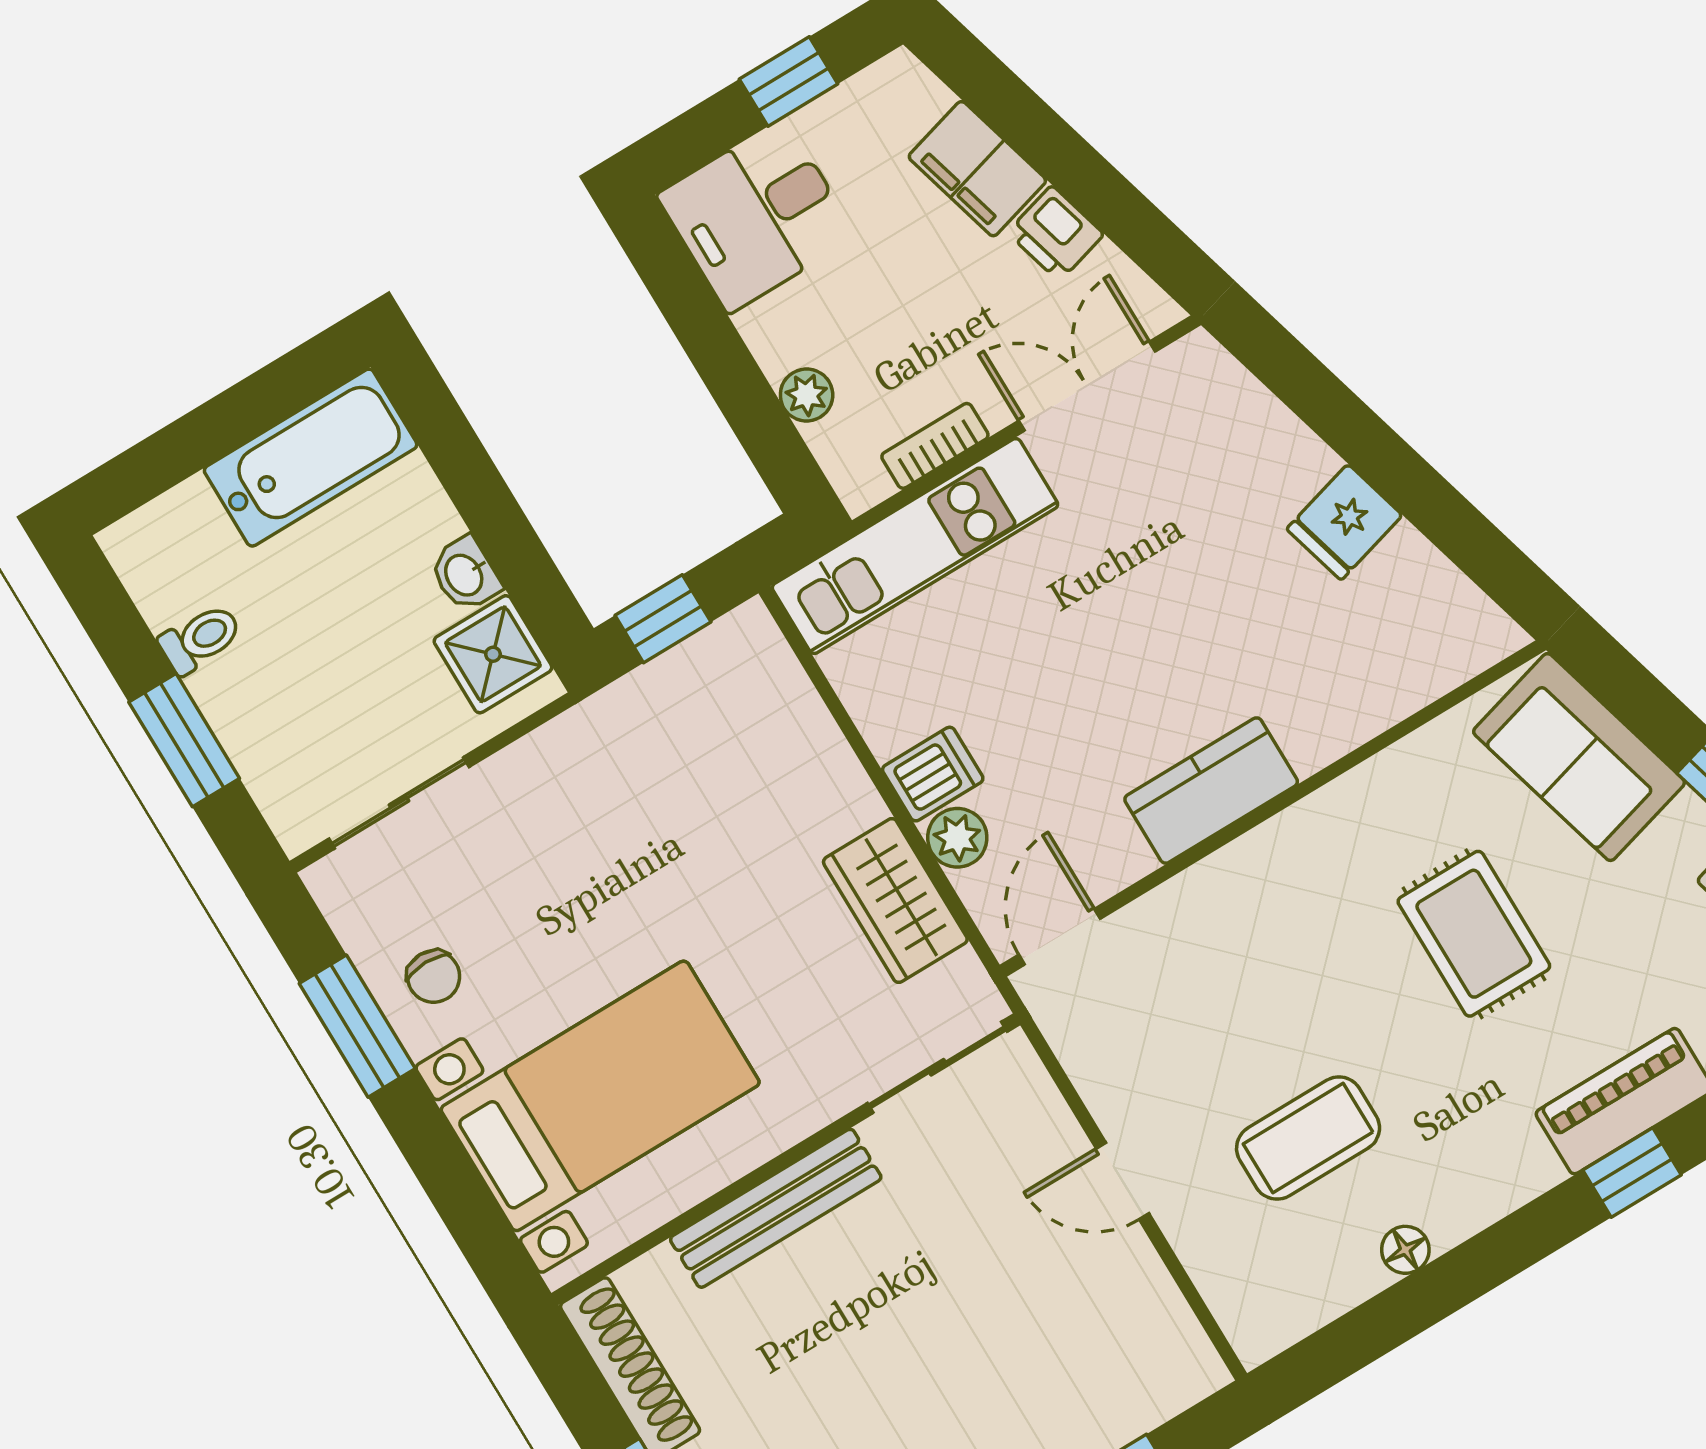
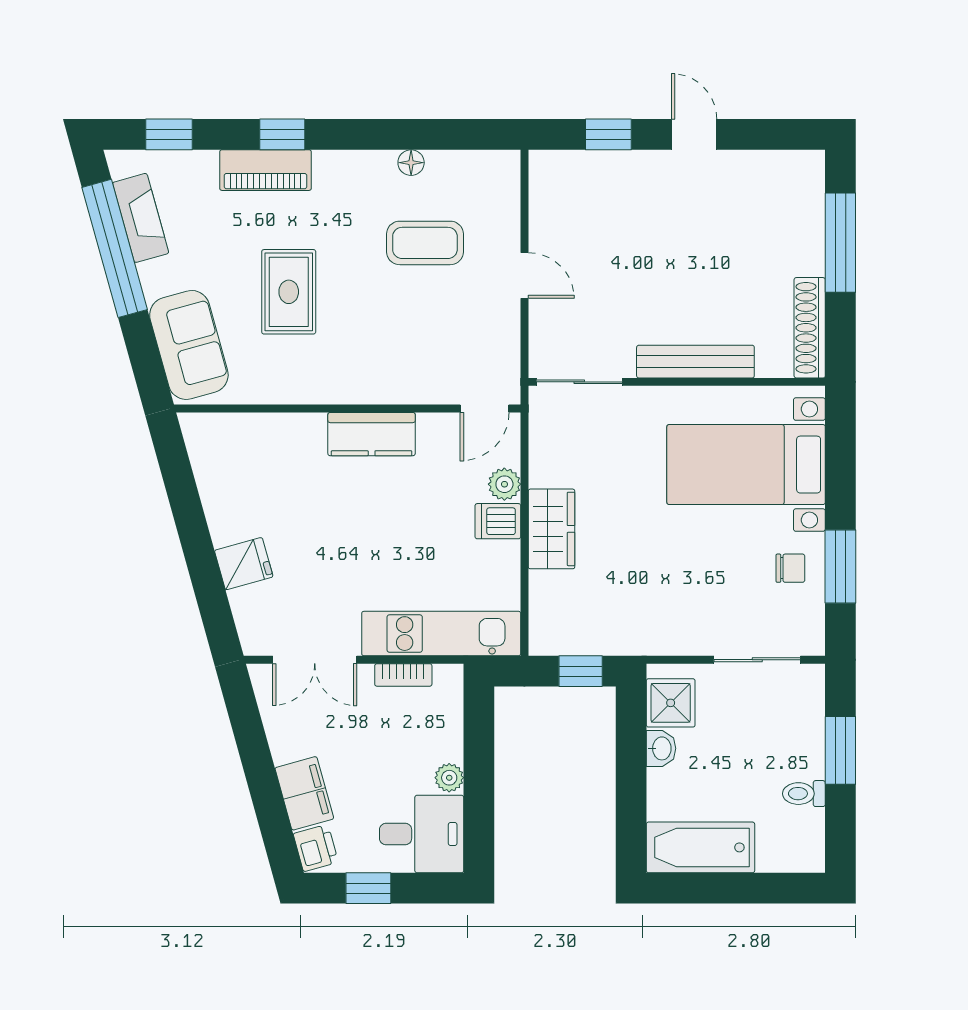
printer: (1055, 233) -> (316, 848), moved
plant: (807, 395) -> (449, 778), moved
fridge: (1344, 522) -> (244, 564), moved
wardrobe: (895, 901) -> (552, 529), moved
chair: (434, 976) -> (790, 568), turned 90

